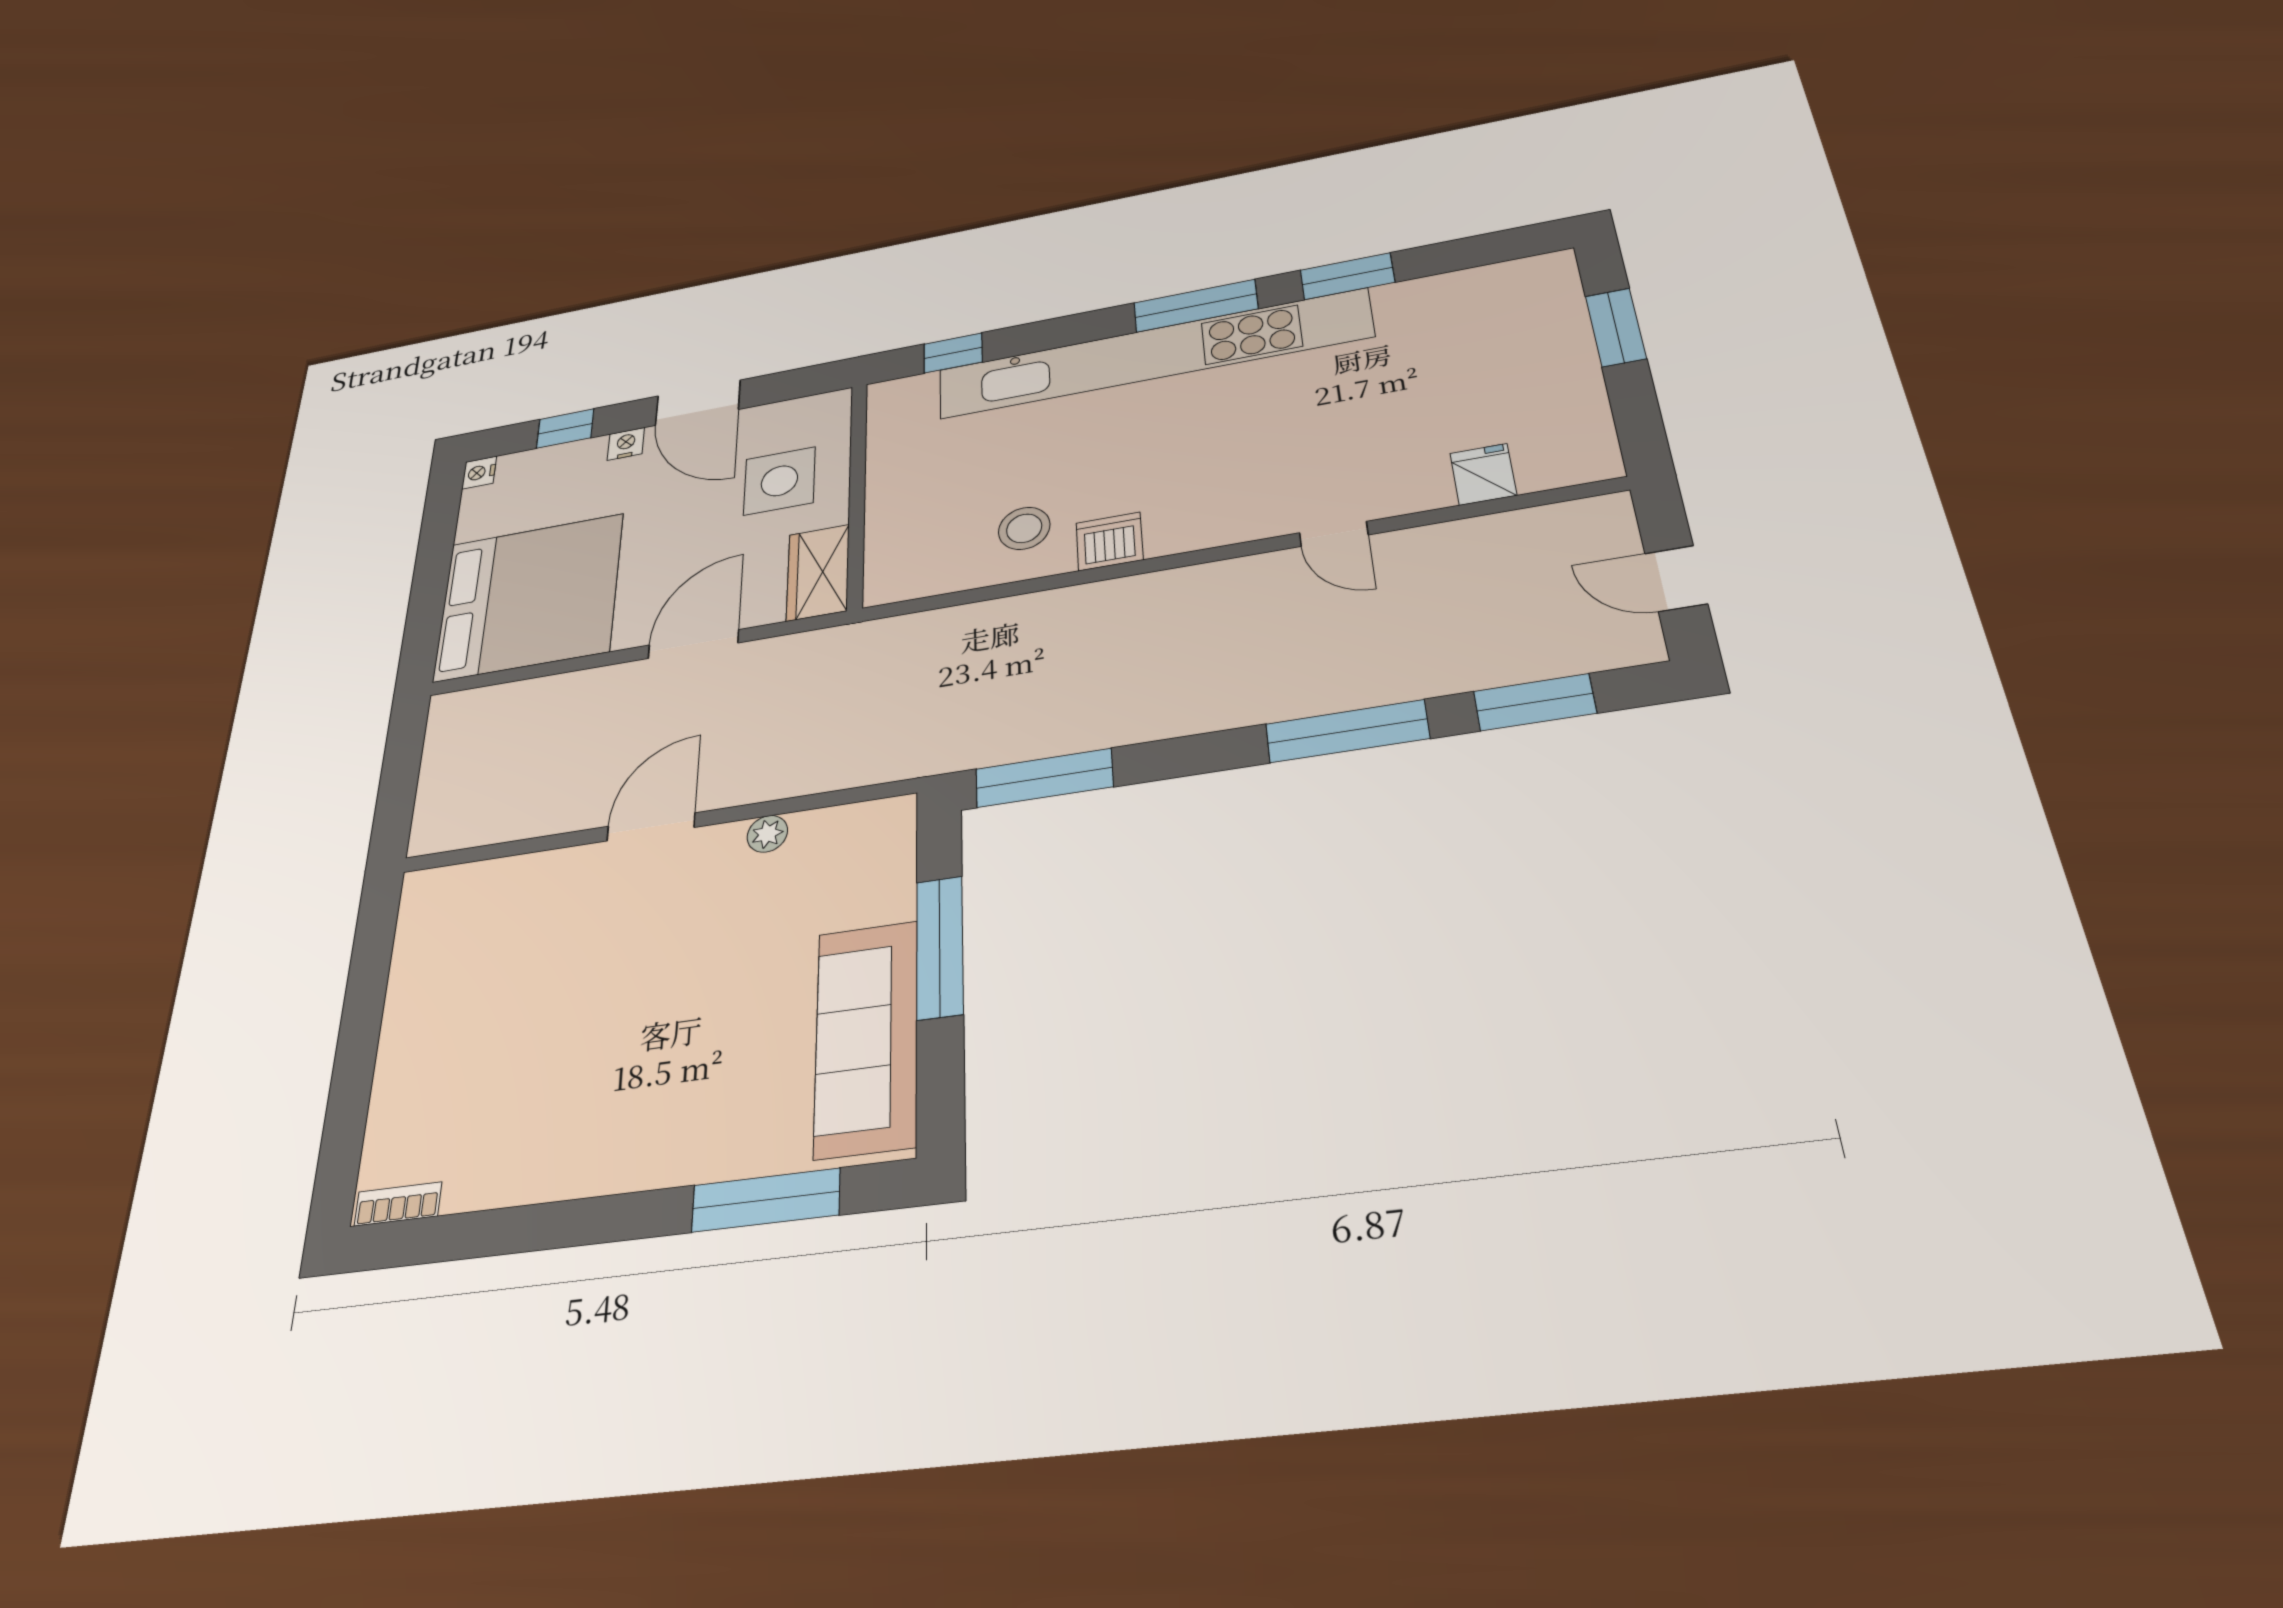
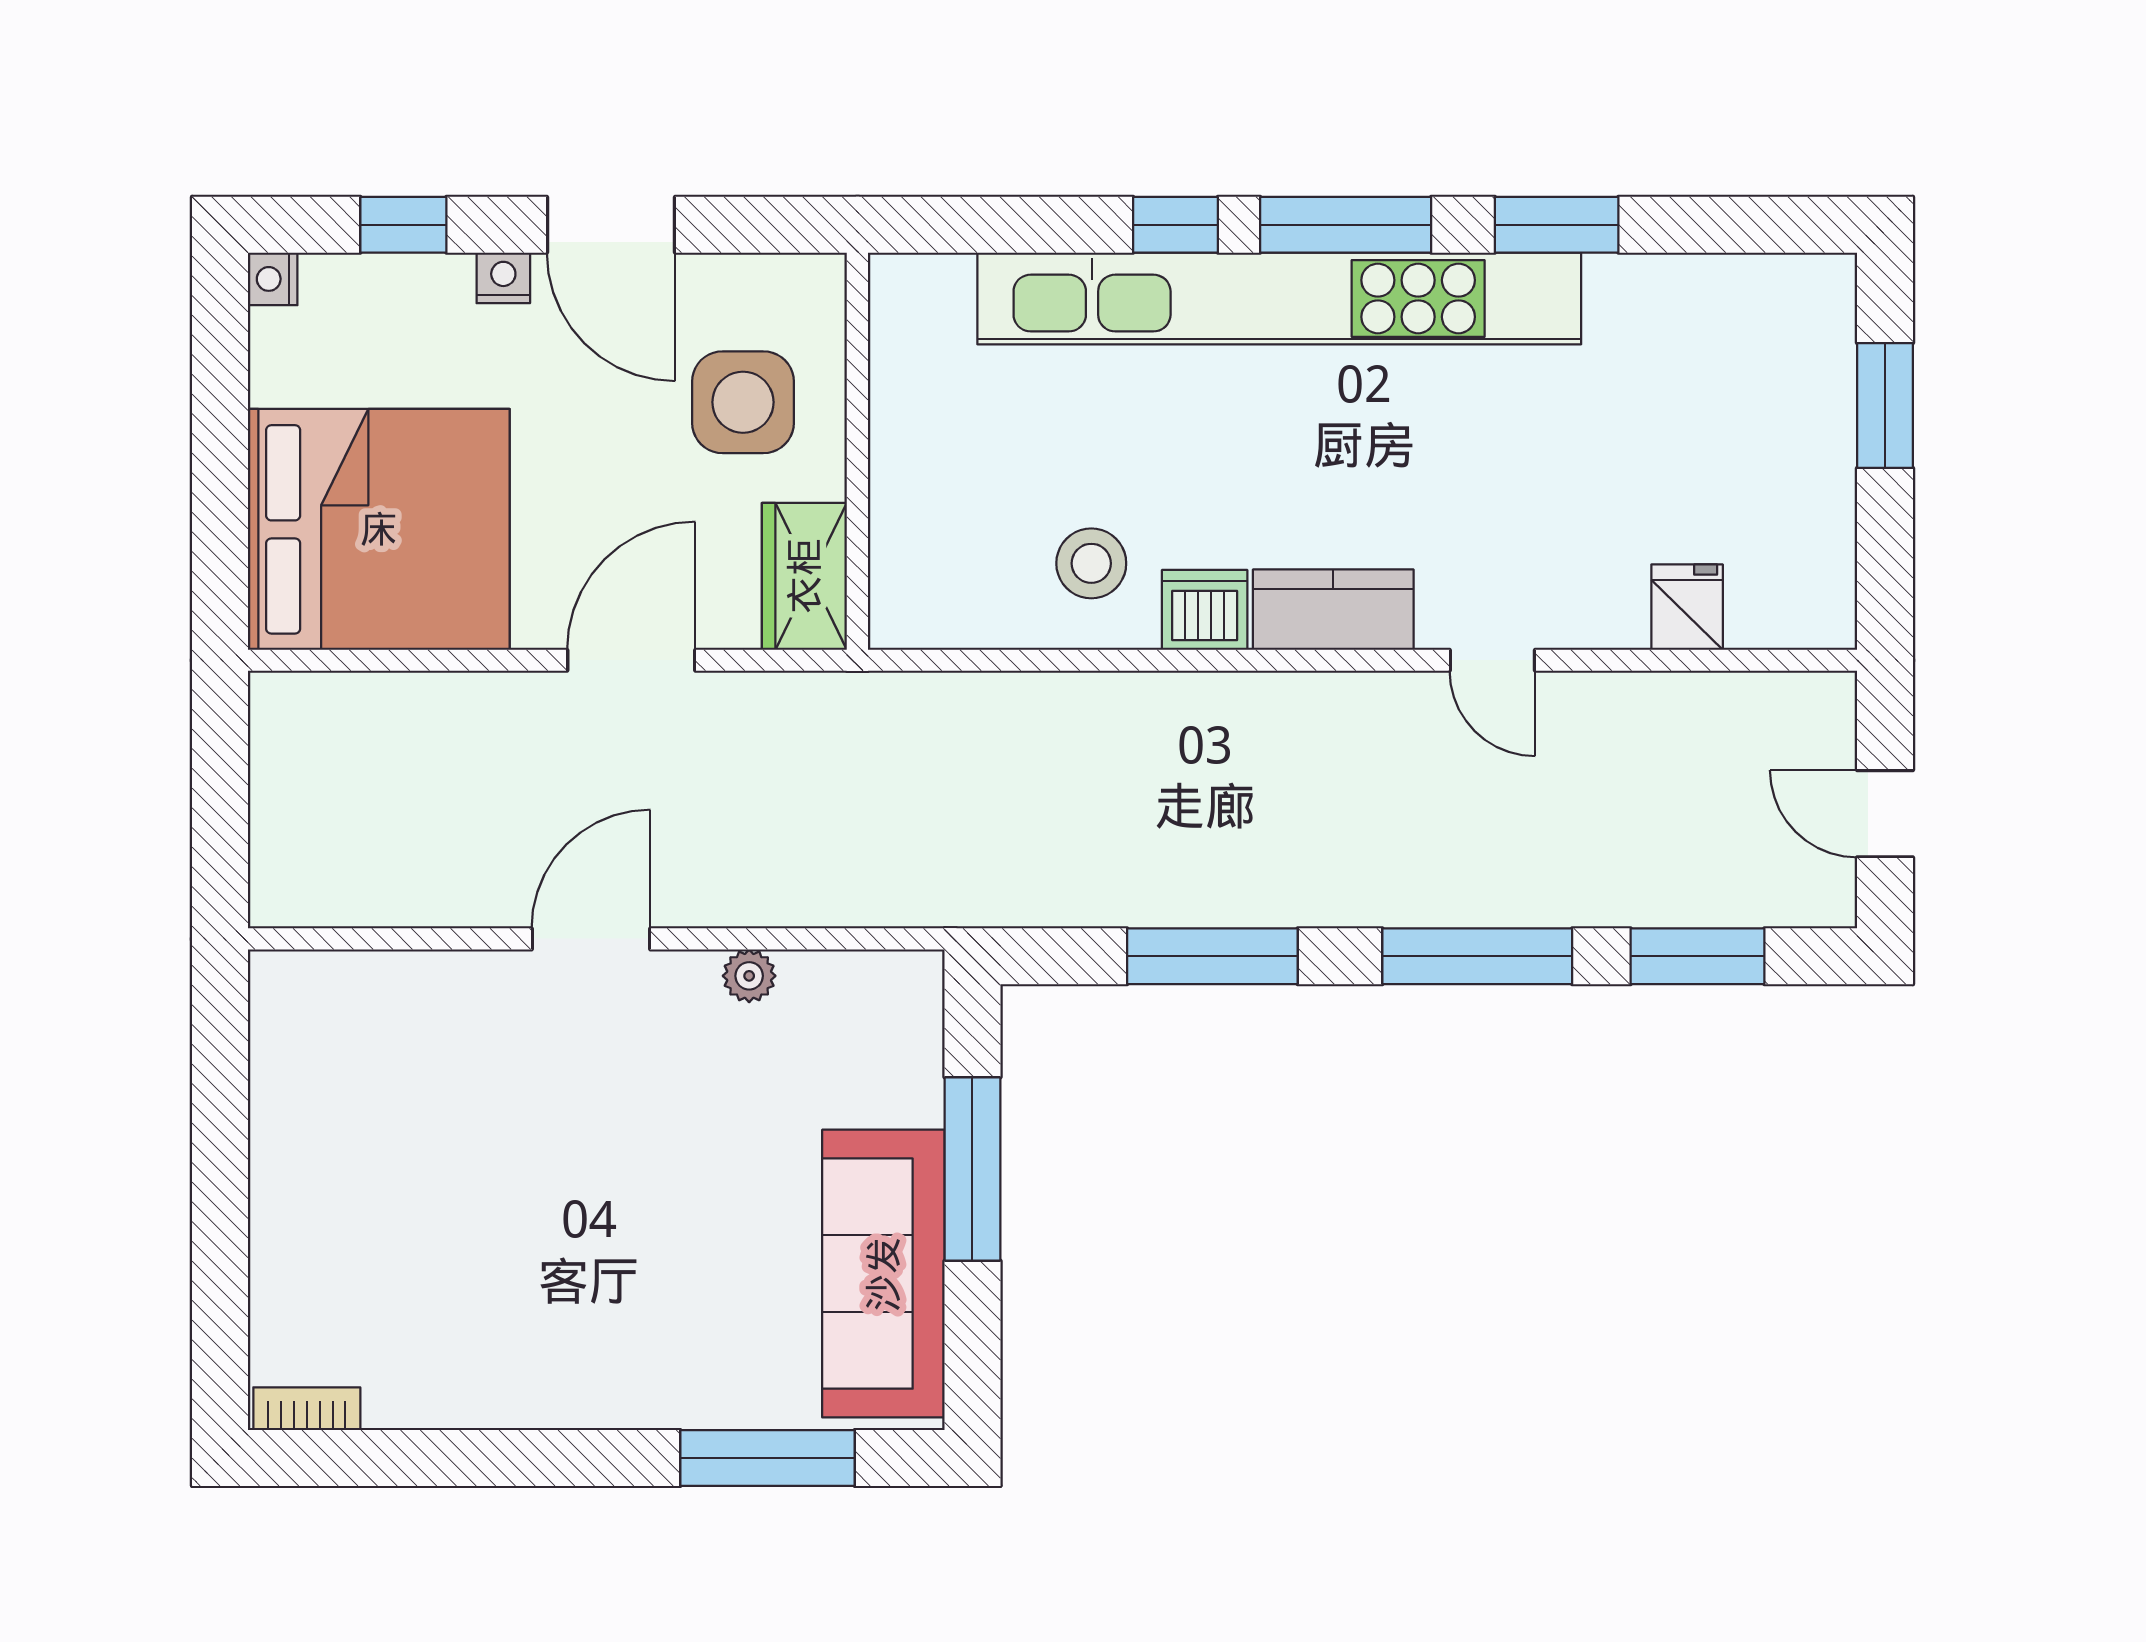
window: (953, 353) -> (1175, 225), moved
kitchen counter: (1207, 524) -> (1333, 610), added
window: (1044, 778) -> (1212, 956), moved

